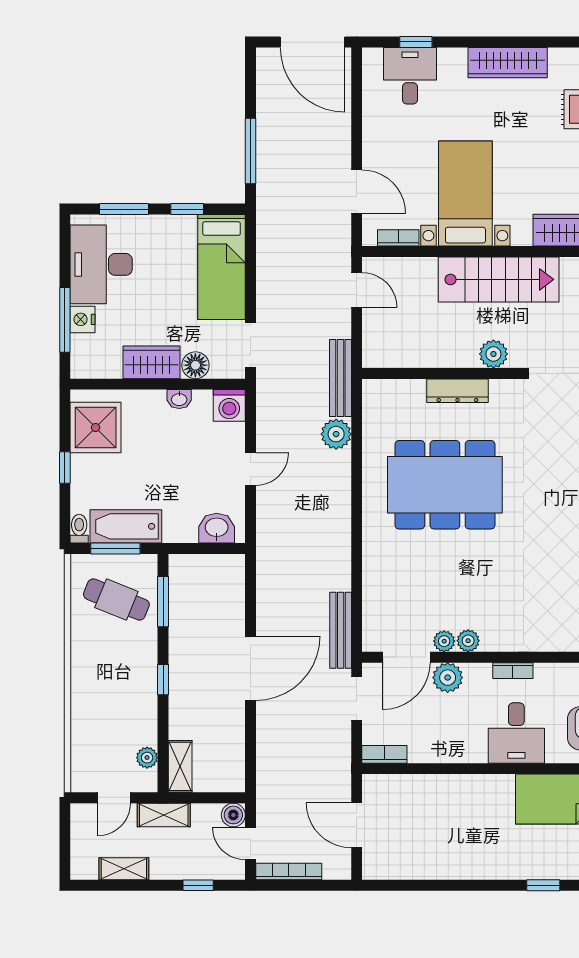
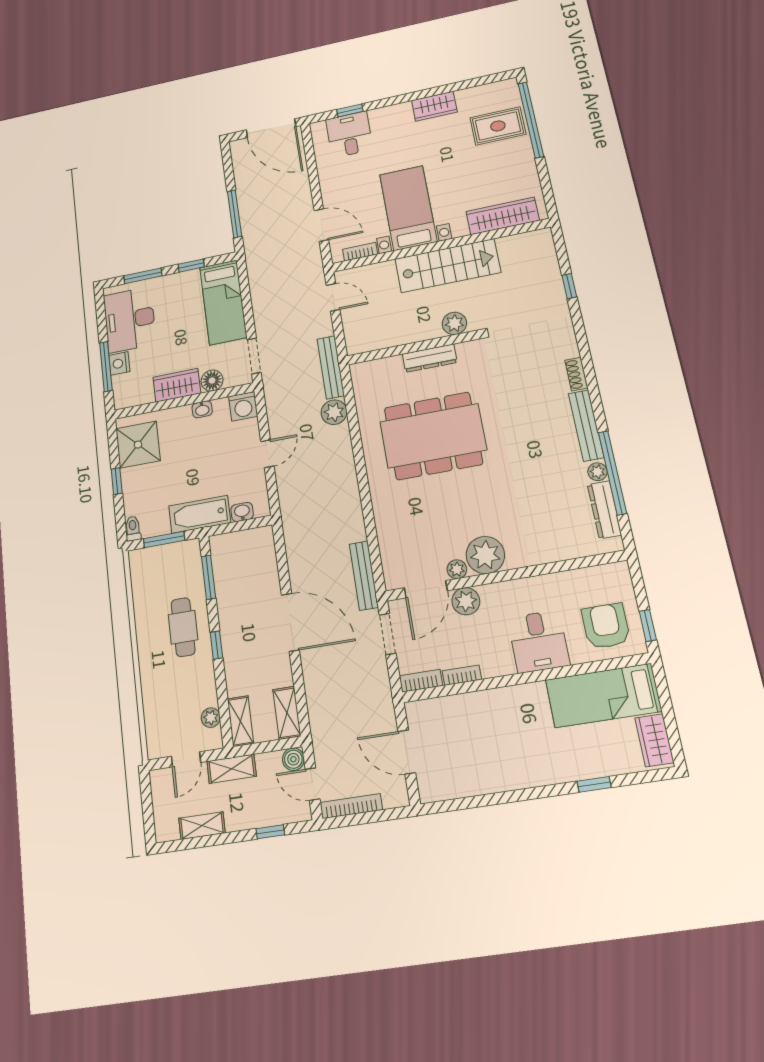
wardrobe: (508, 63) -> (434, 106), width x0.67
bathtub: (126, 526) -> (200, 514), moved
washbasin: (217, 528) -> (242, 512), width x0.72, depth x0.69
cafe table: (116, 599) -> (183, 627), moved, turned 68
plant: (468, 641) -> (485, 555), width x1.87, depth x1.87
door: (251, 668) -> (290, 622), hinge flipped
bookcase: (513, 671) -> (462, 675), moved, turned 180
shelving: (233, 765) -> (287, 713), added

